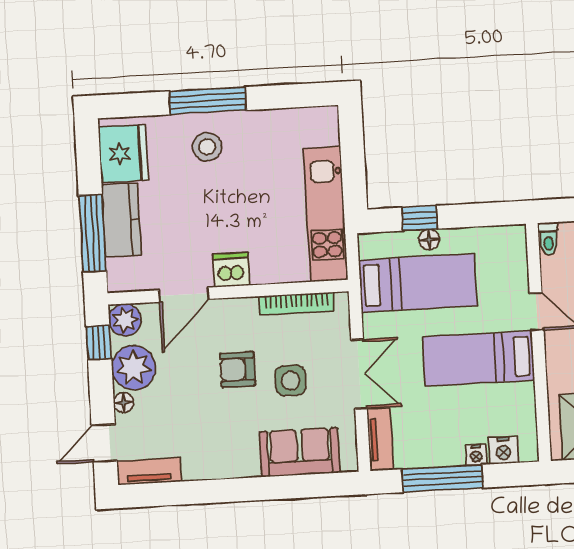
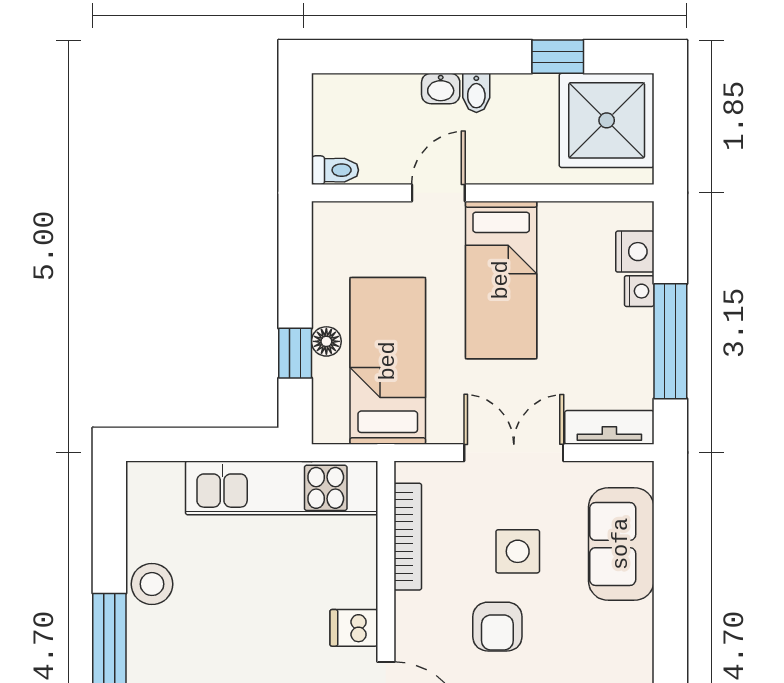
stool: (207, 147) -> (152, 584), moved
dishwasher: (231, 270) -> (354, 628), width x0.73

